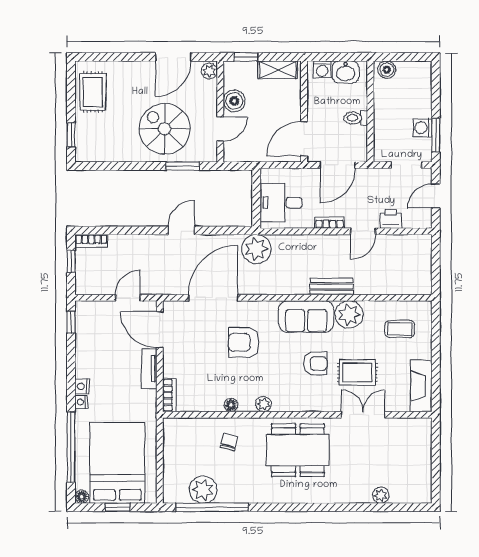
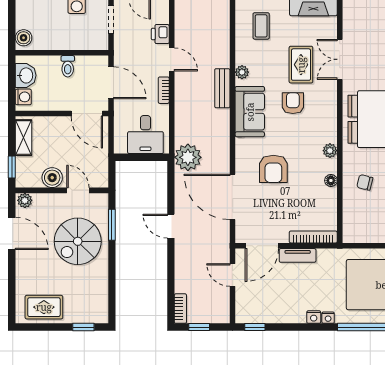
plant: (349, 315) -> (242, 72), width x0.53, depth x0.53
bookcase: (169, 395) -> (313, 237), width x1.56

